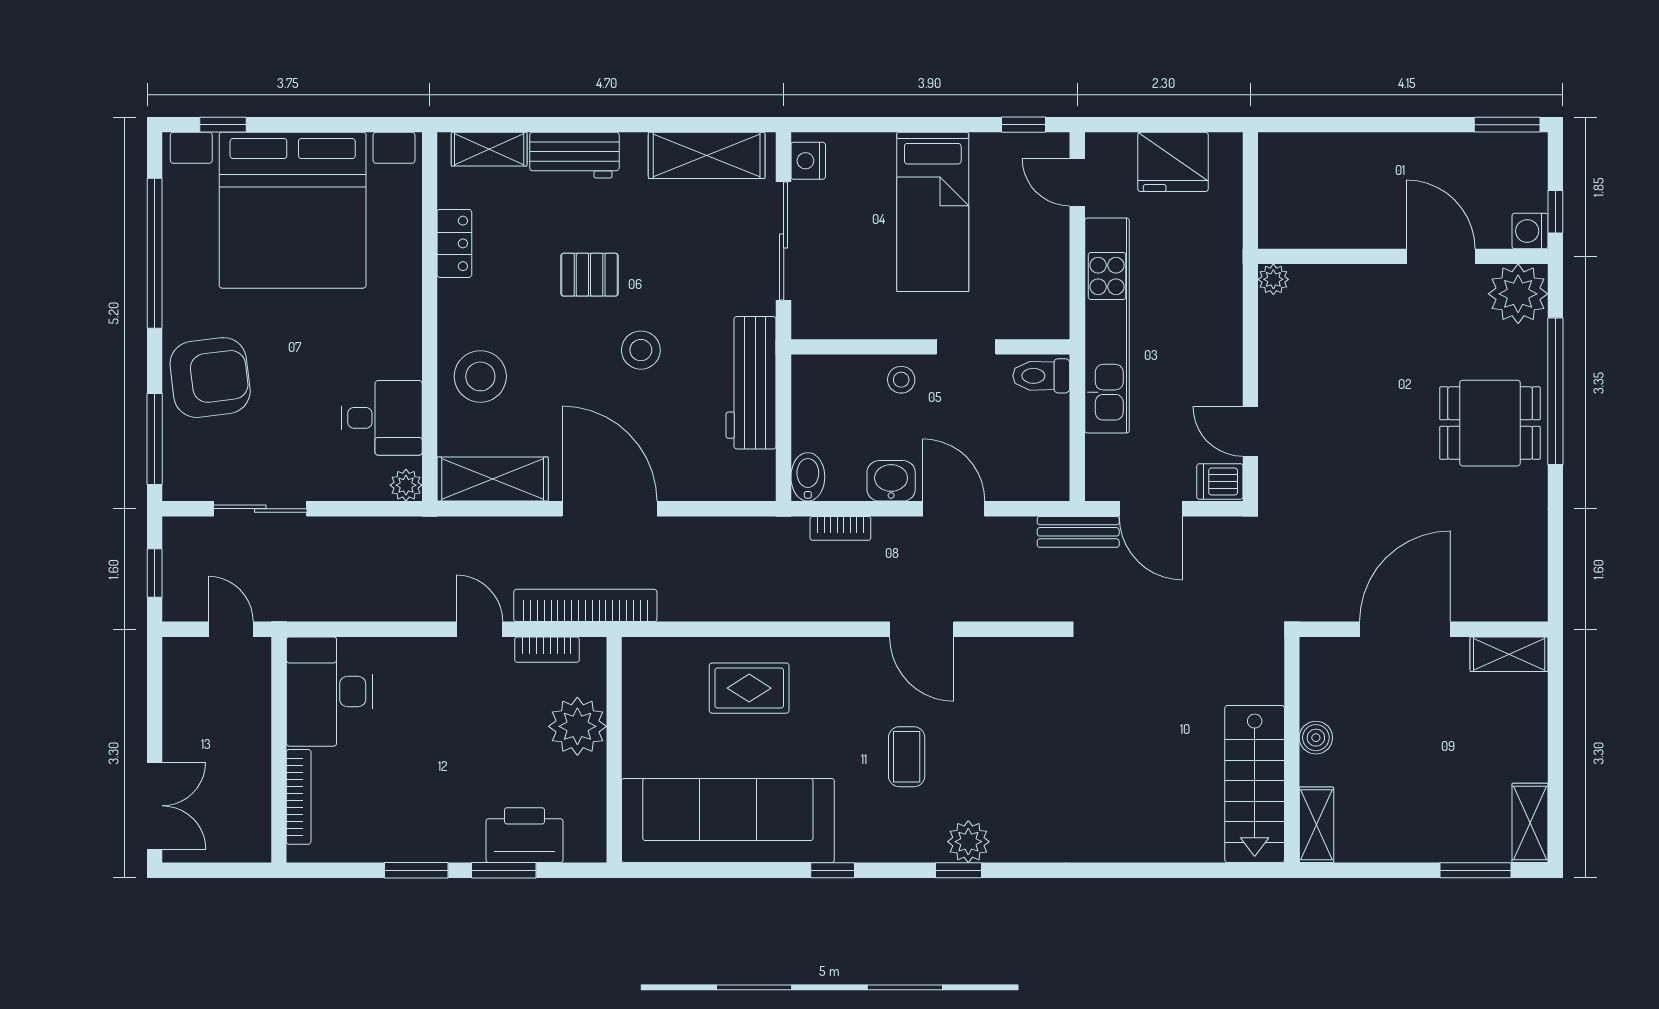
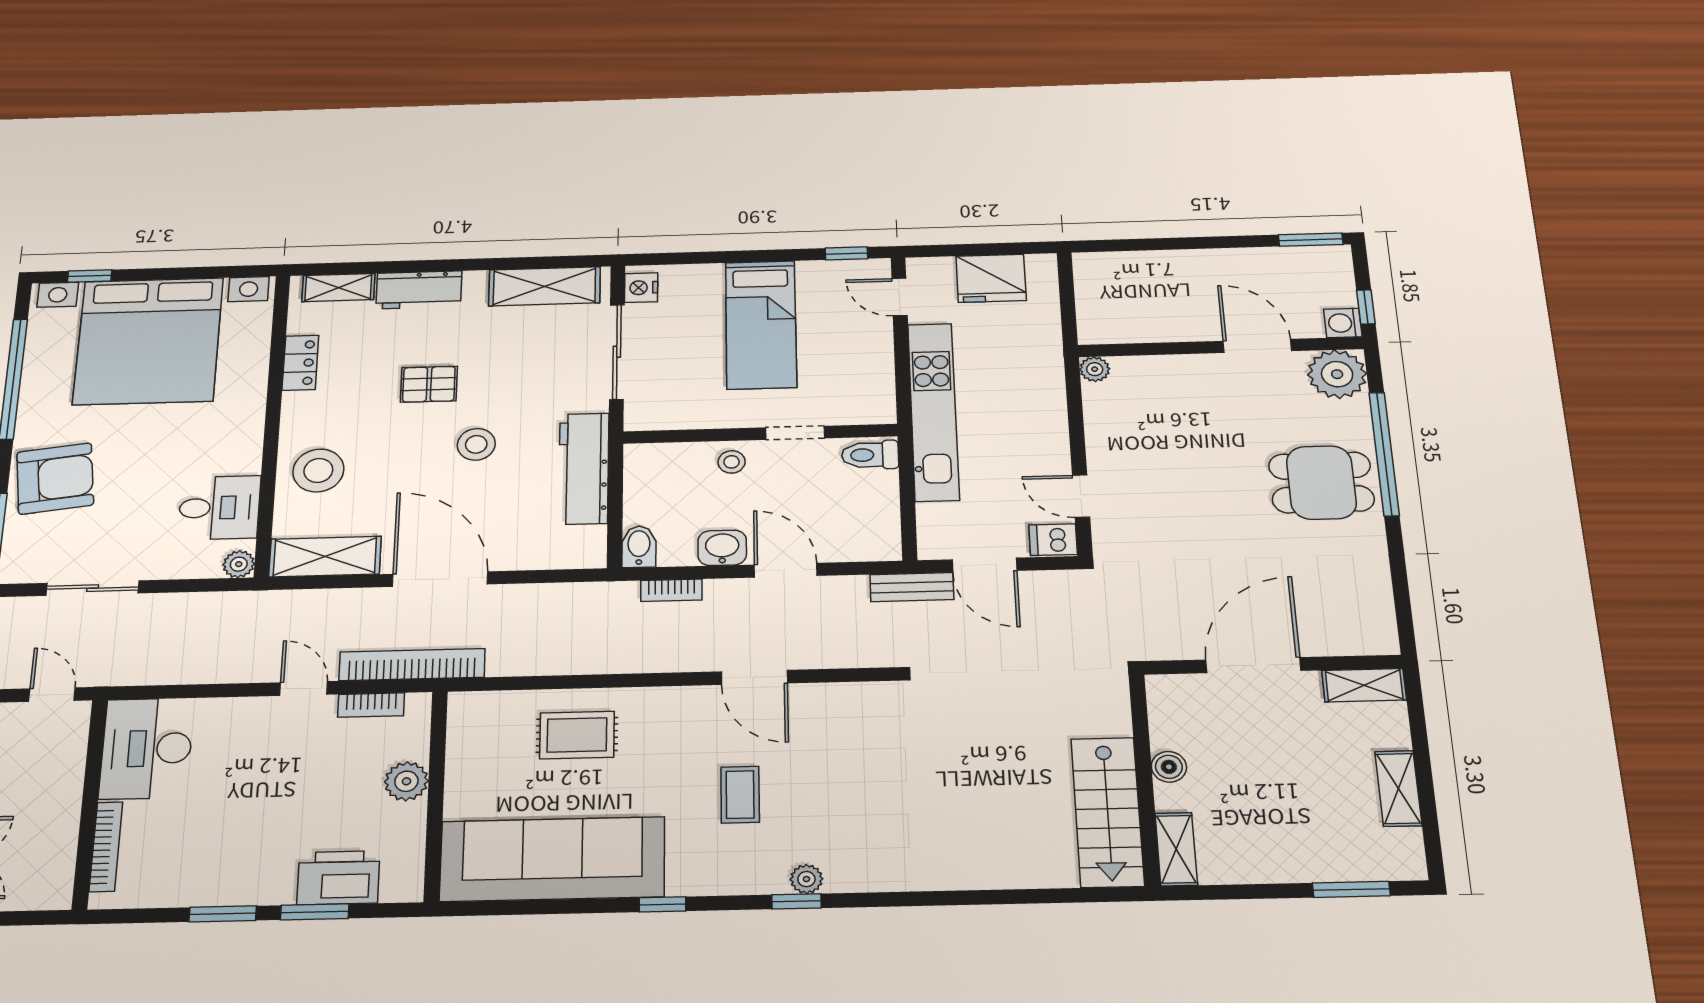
plant: (577, 726) -> (406, 781), width x0.73, depth x0.73
shelving: (1530, 823) -> (1398, 788), moved
plant: (968, 842) -> (806, 879), width x0.73, depth x0.73

